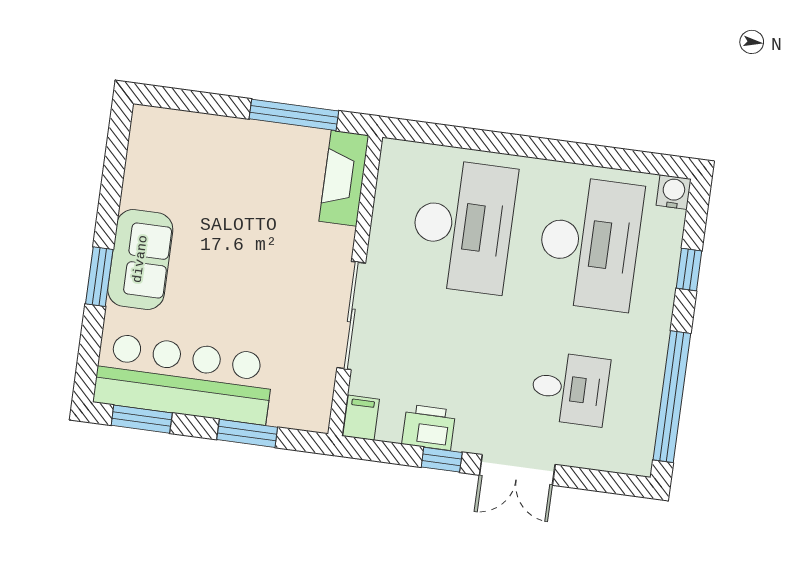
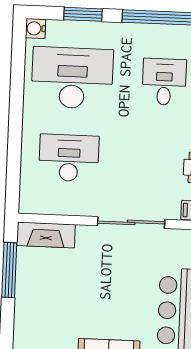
desk: (463, 226) -> (69, 158), width x0.73, depth x0.77
window: (689, 270) -> (83, 14), width x1.50

